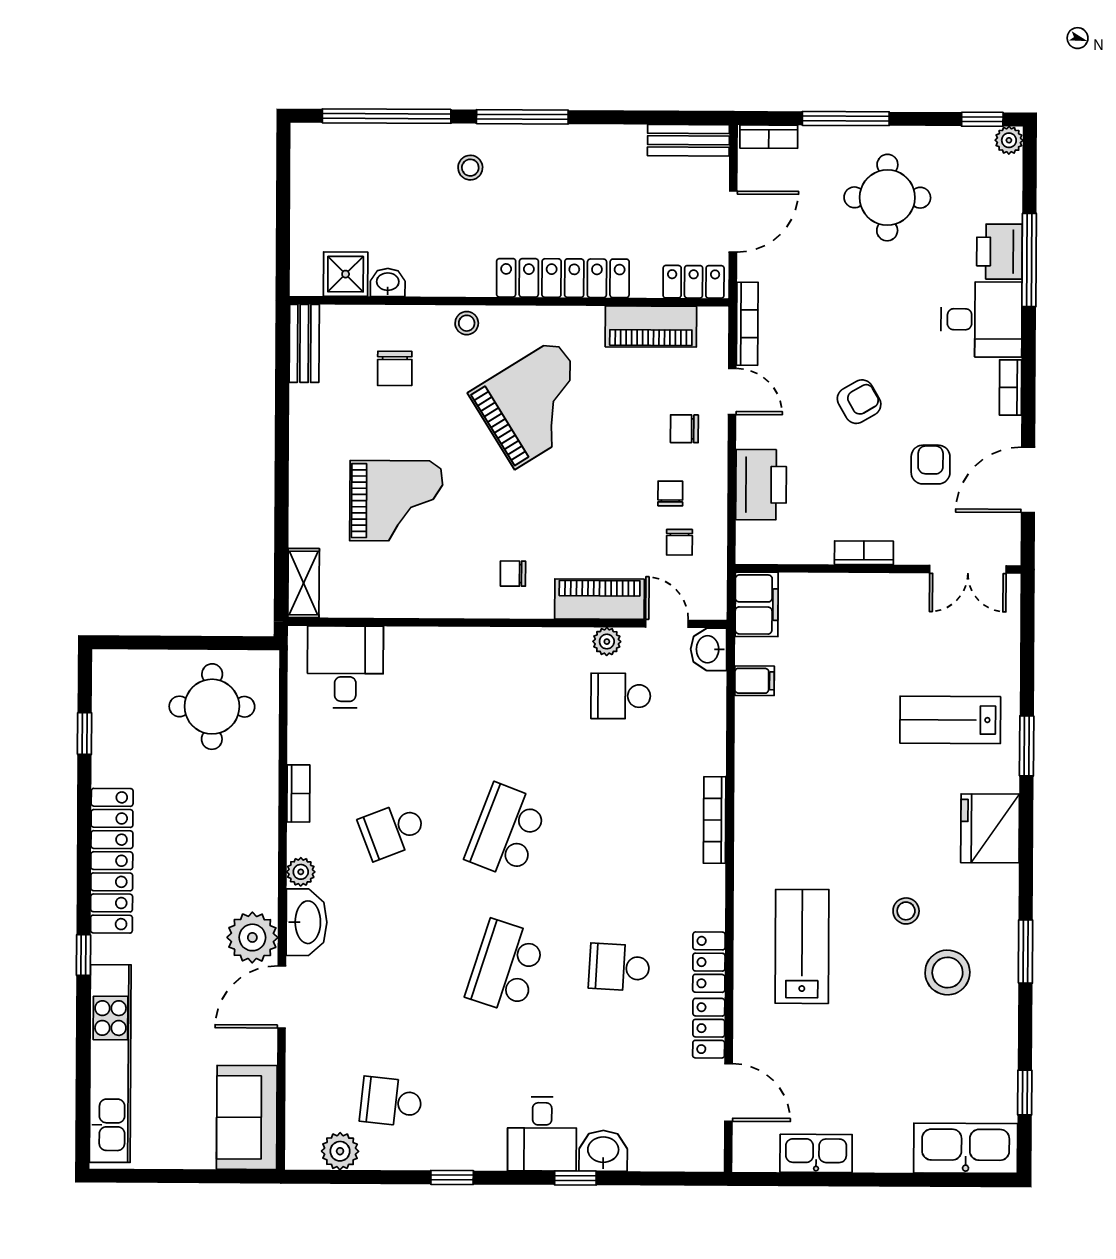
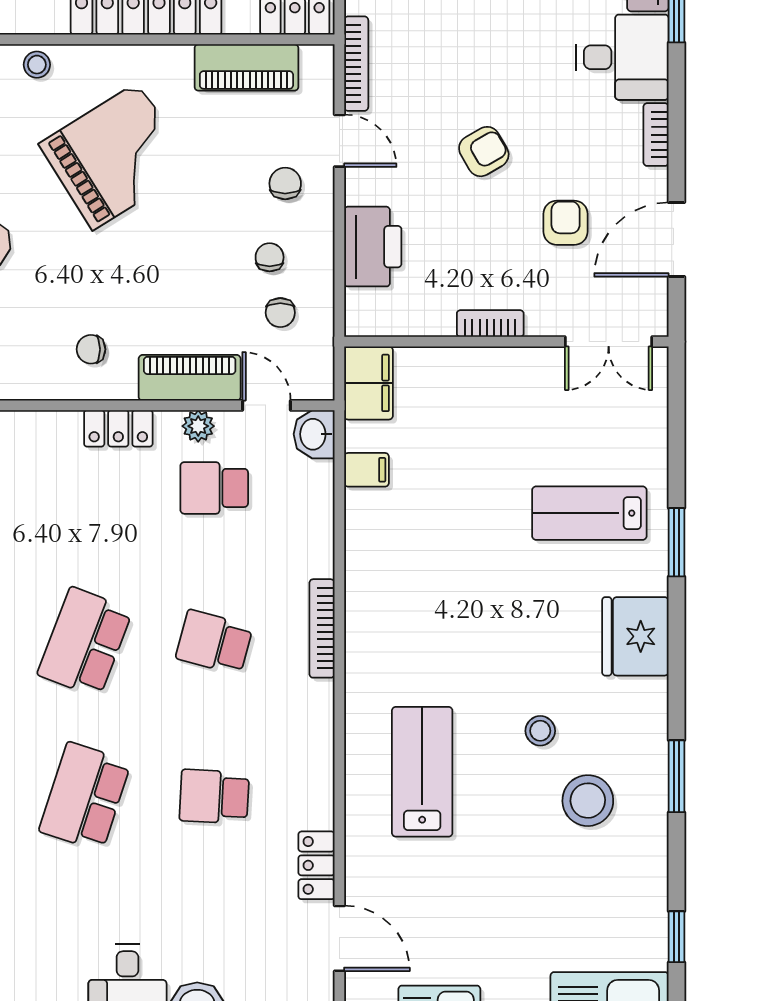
chair: (684, 429) -> (285, 183), turned 90
school desk: (620, 832) -> (214, 642), added
locker: (709, 962) -> (118, 428), moved, turned -90

